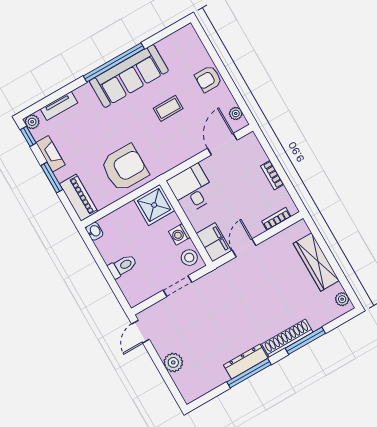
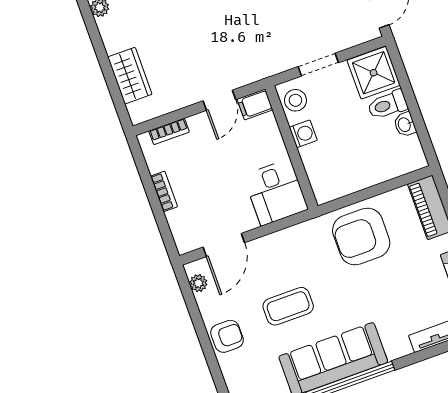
coffee table: (168, 108) -> (288, 306), width x1.36, depth x1.30
shower: (154, 205) -> (374, 73), moved
washbasin: (94, 231) -> (405, 125), moved
filing cabinet: (214, 242) -> (255, 104), width x0.50
wardrobe: (316, 262) -> (130, 76), width x0.67

